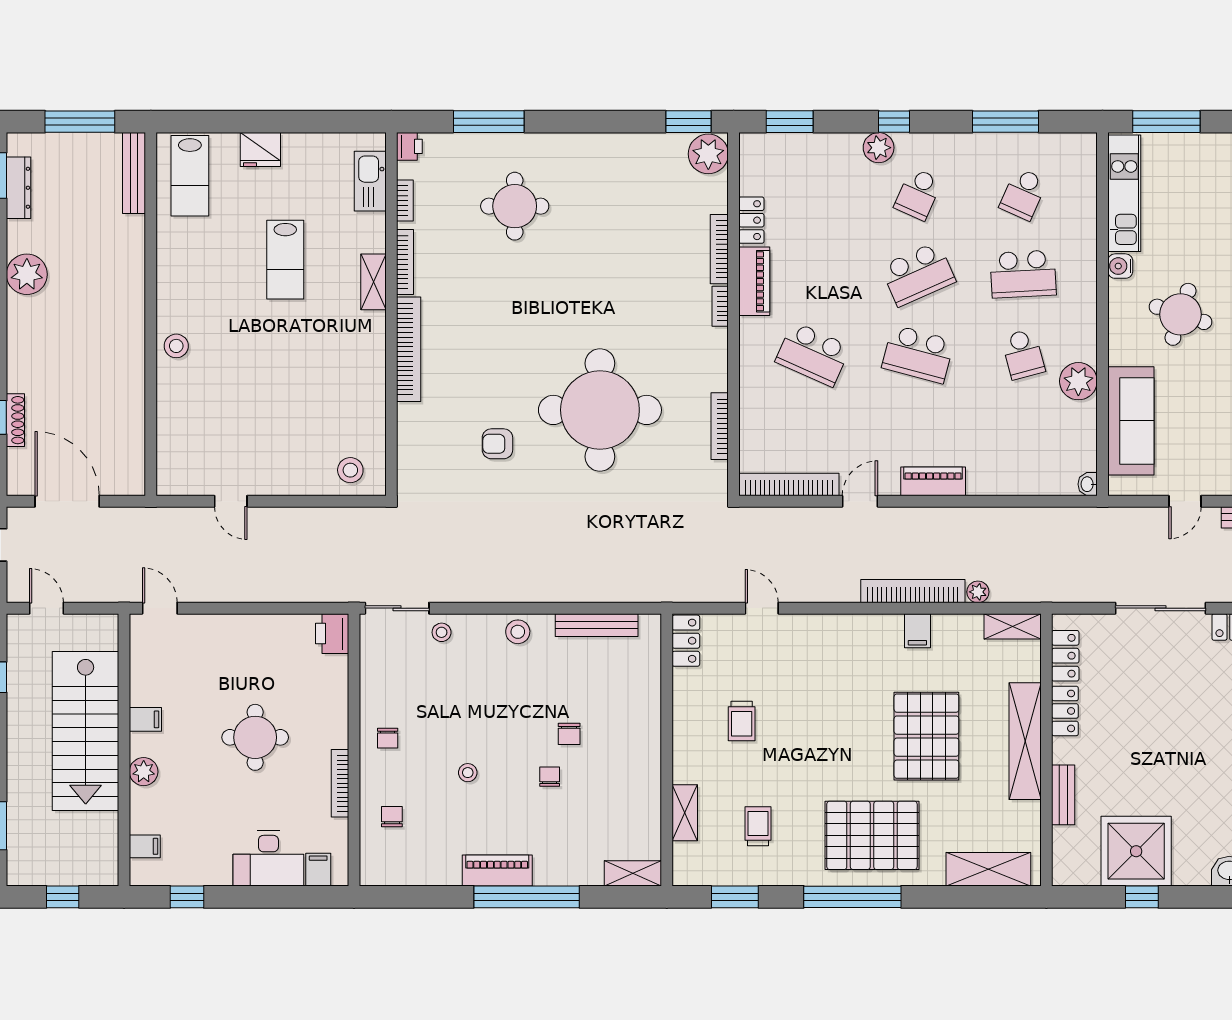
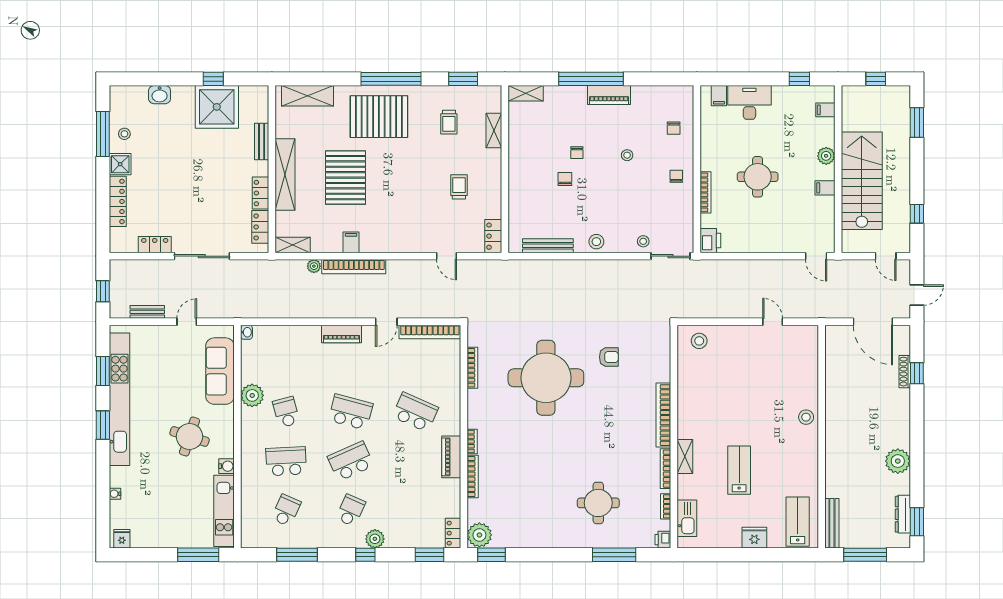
locker: (751, 220) -> (453, 533), moved
bookcase: (340, 783) -> (706, 192), moved

